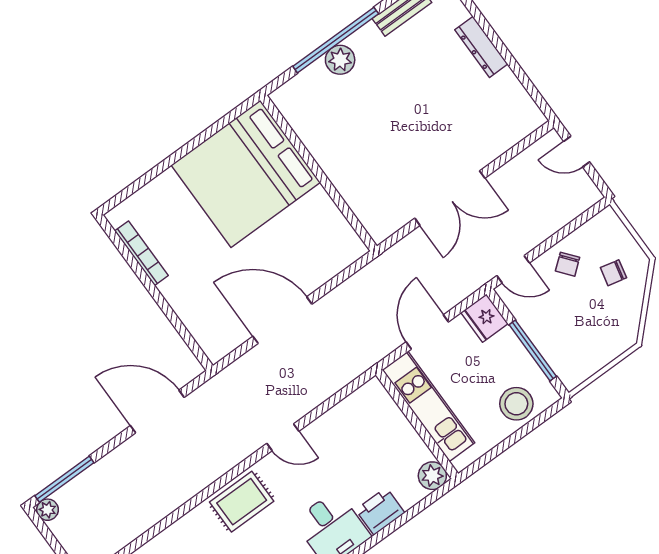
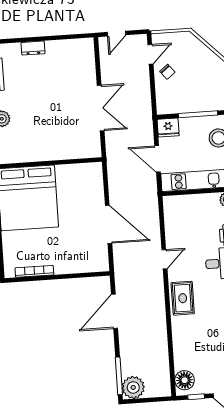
dresser: (481, 47) -> (33, 48), width x0.70
door: (513, 269) -> (150, 54), moved
chair: (613, 273) -> (185, 52), removed
door: (282, 320) -> (109, 224), swing flipped
plant: (47, 510) -> (133, 387), width x1.87, depth x1.87

